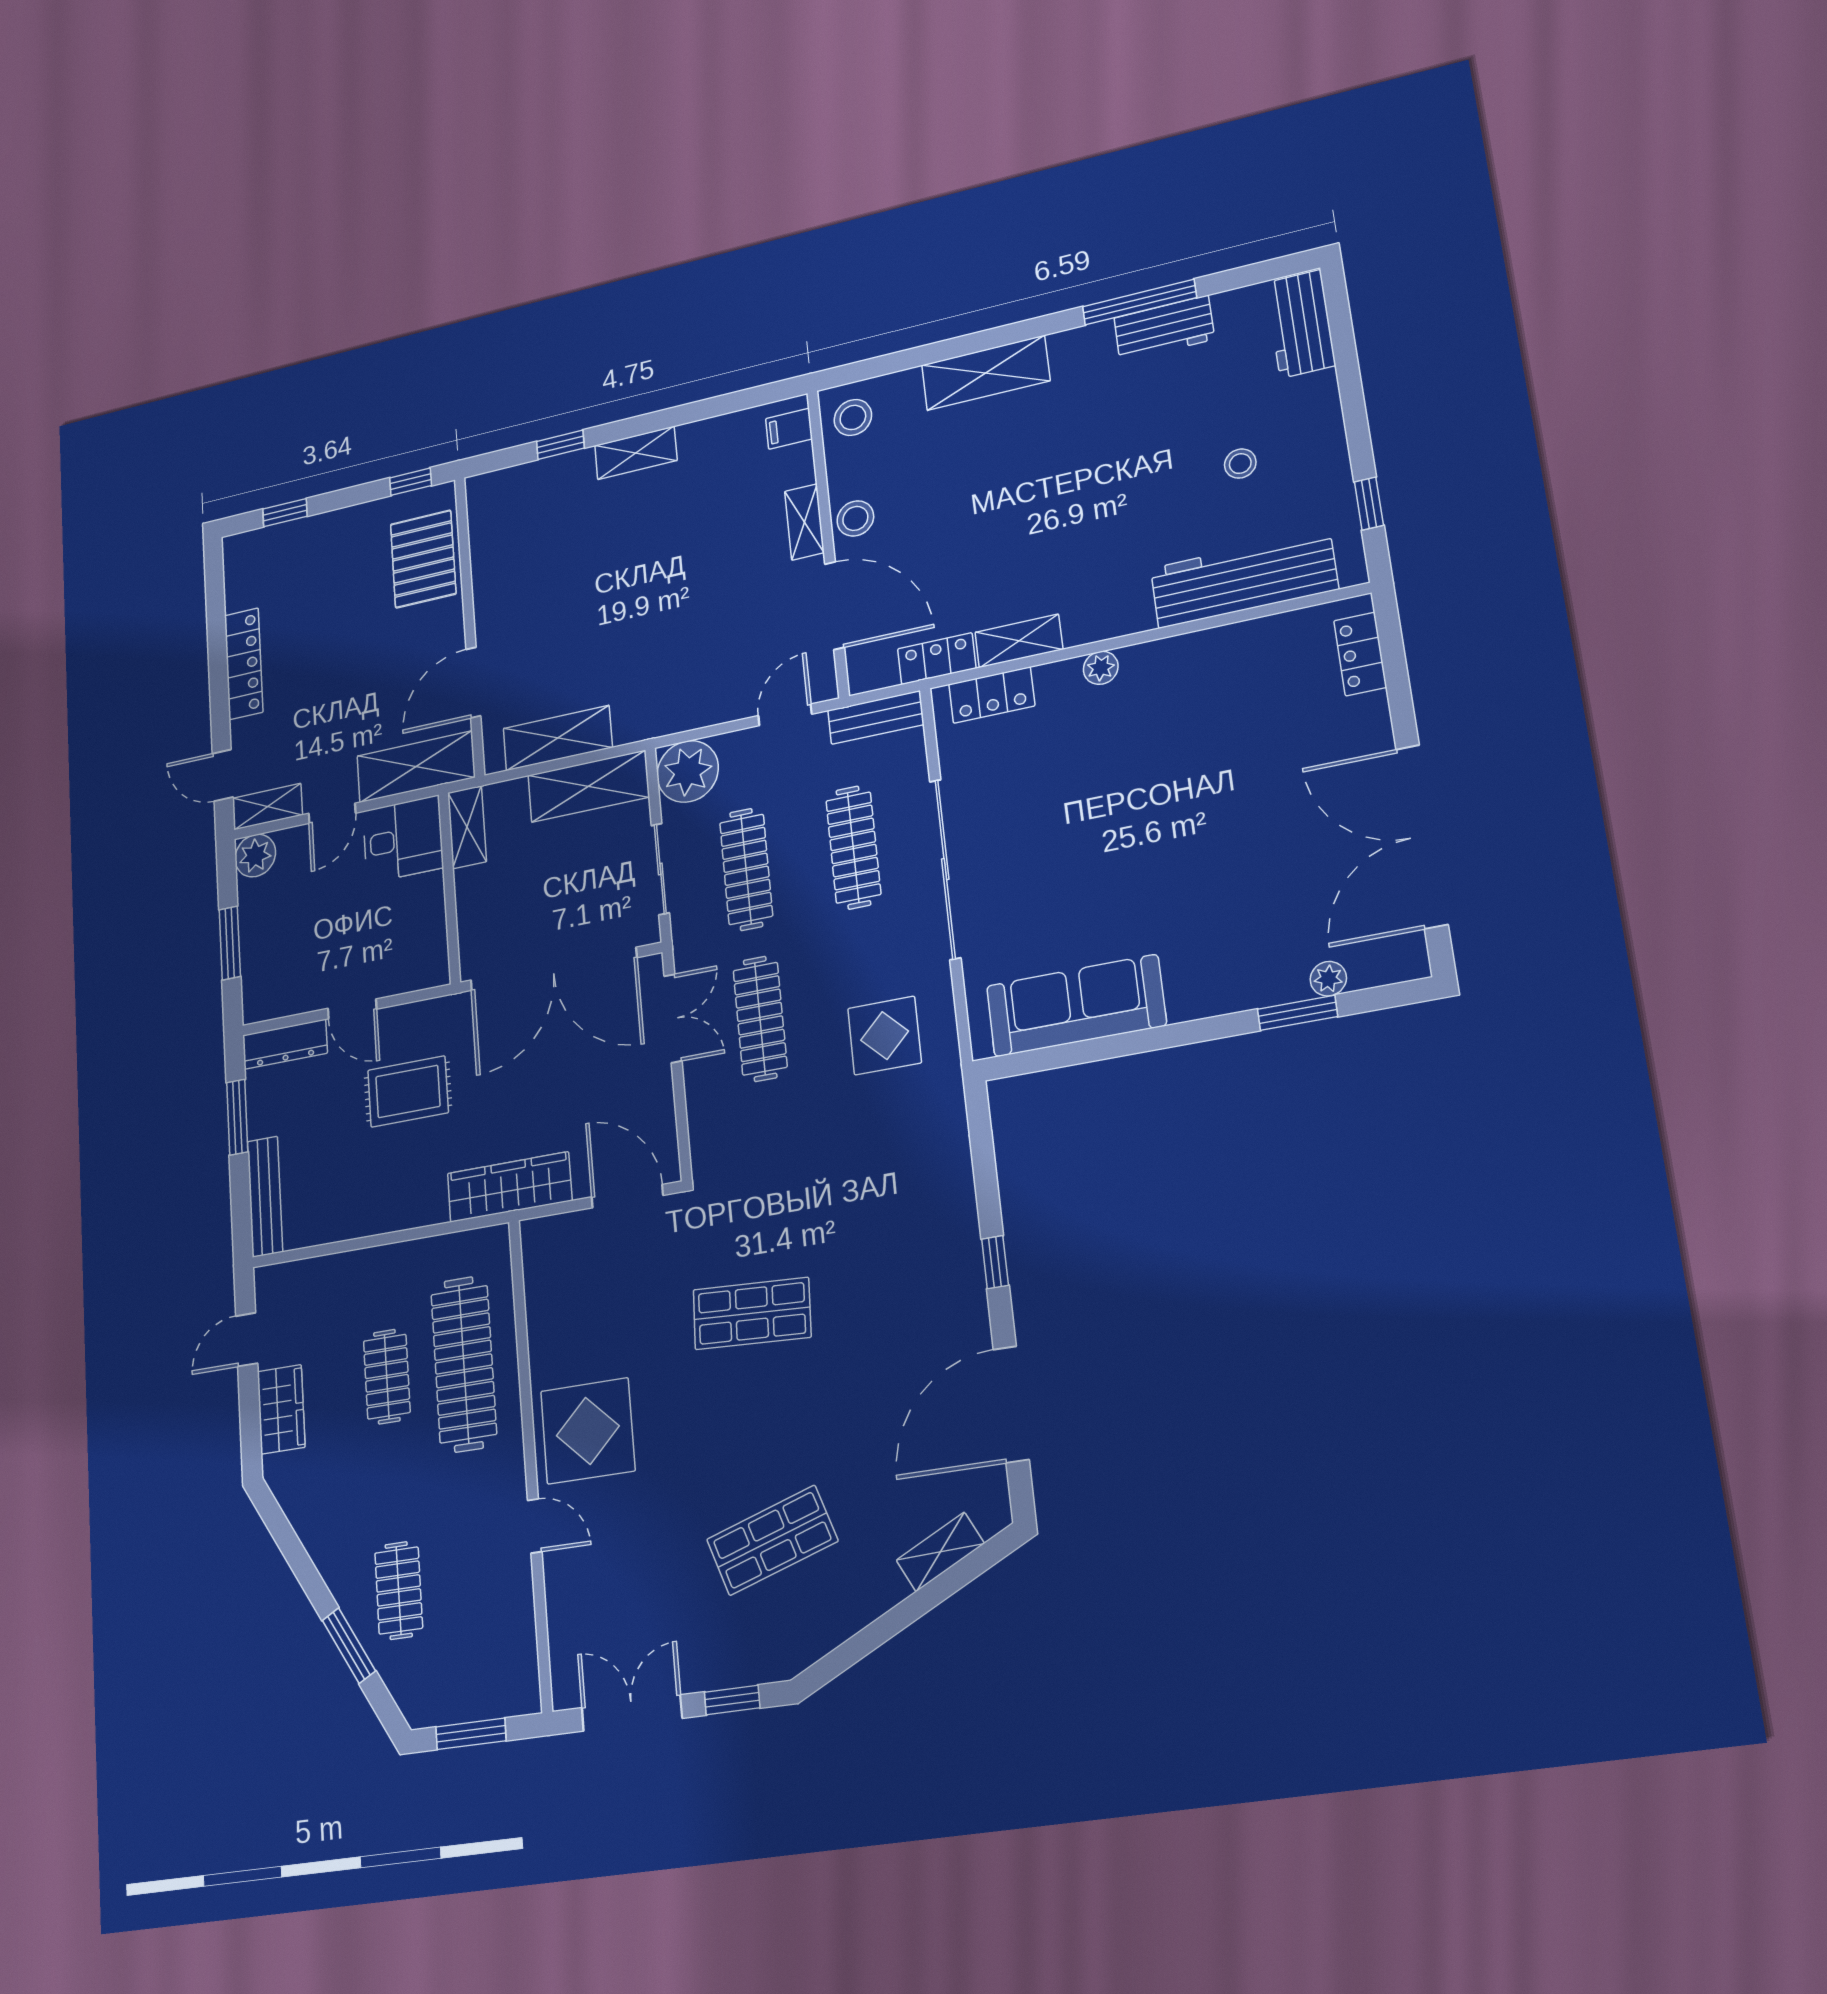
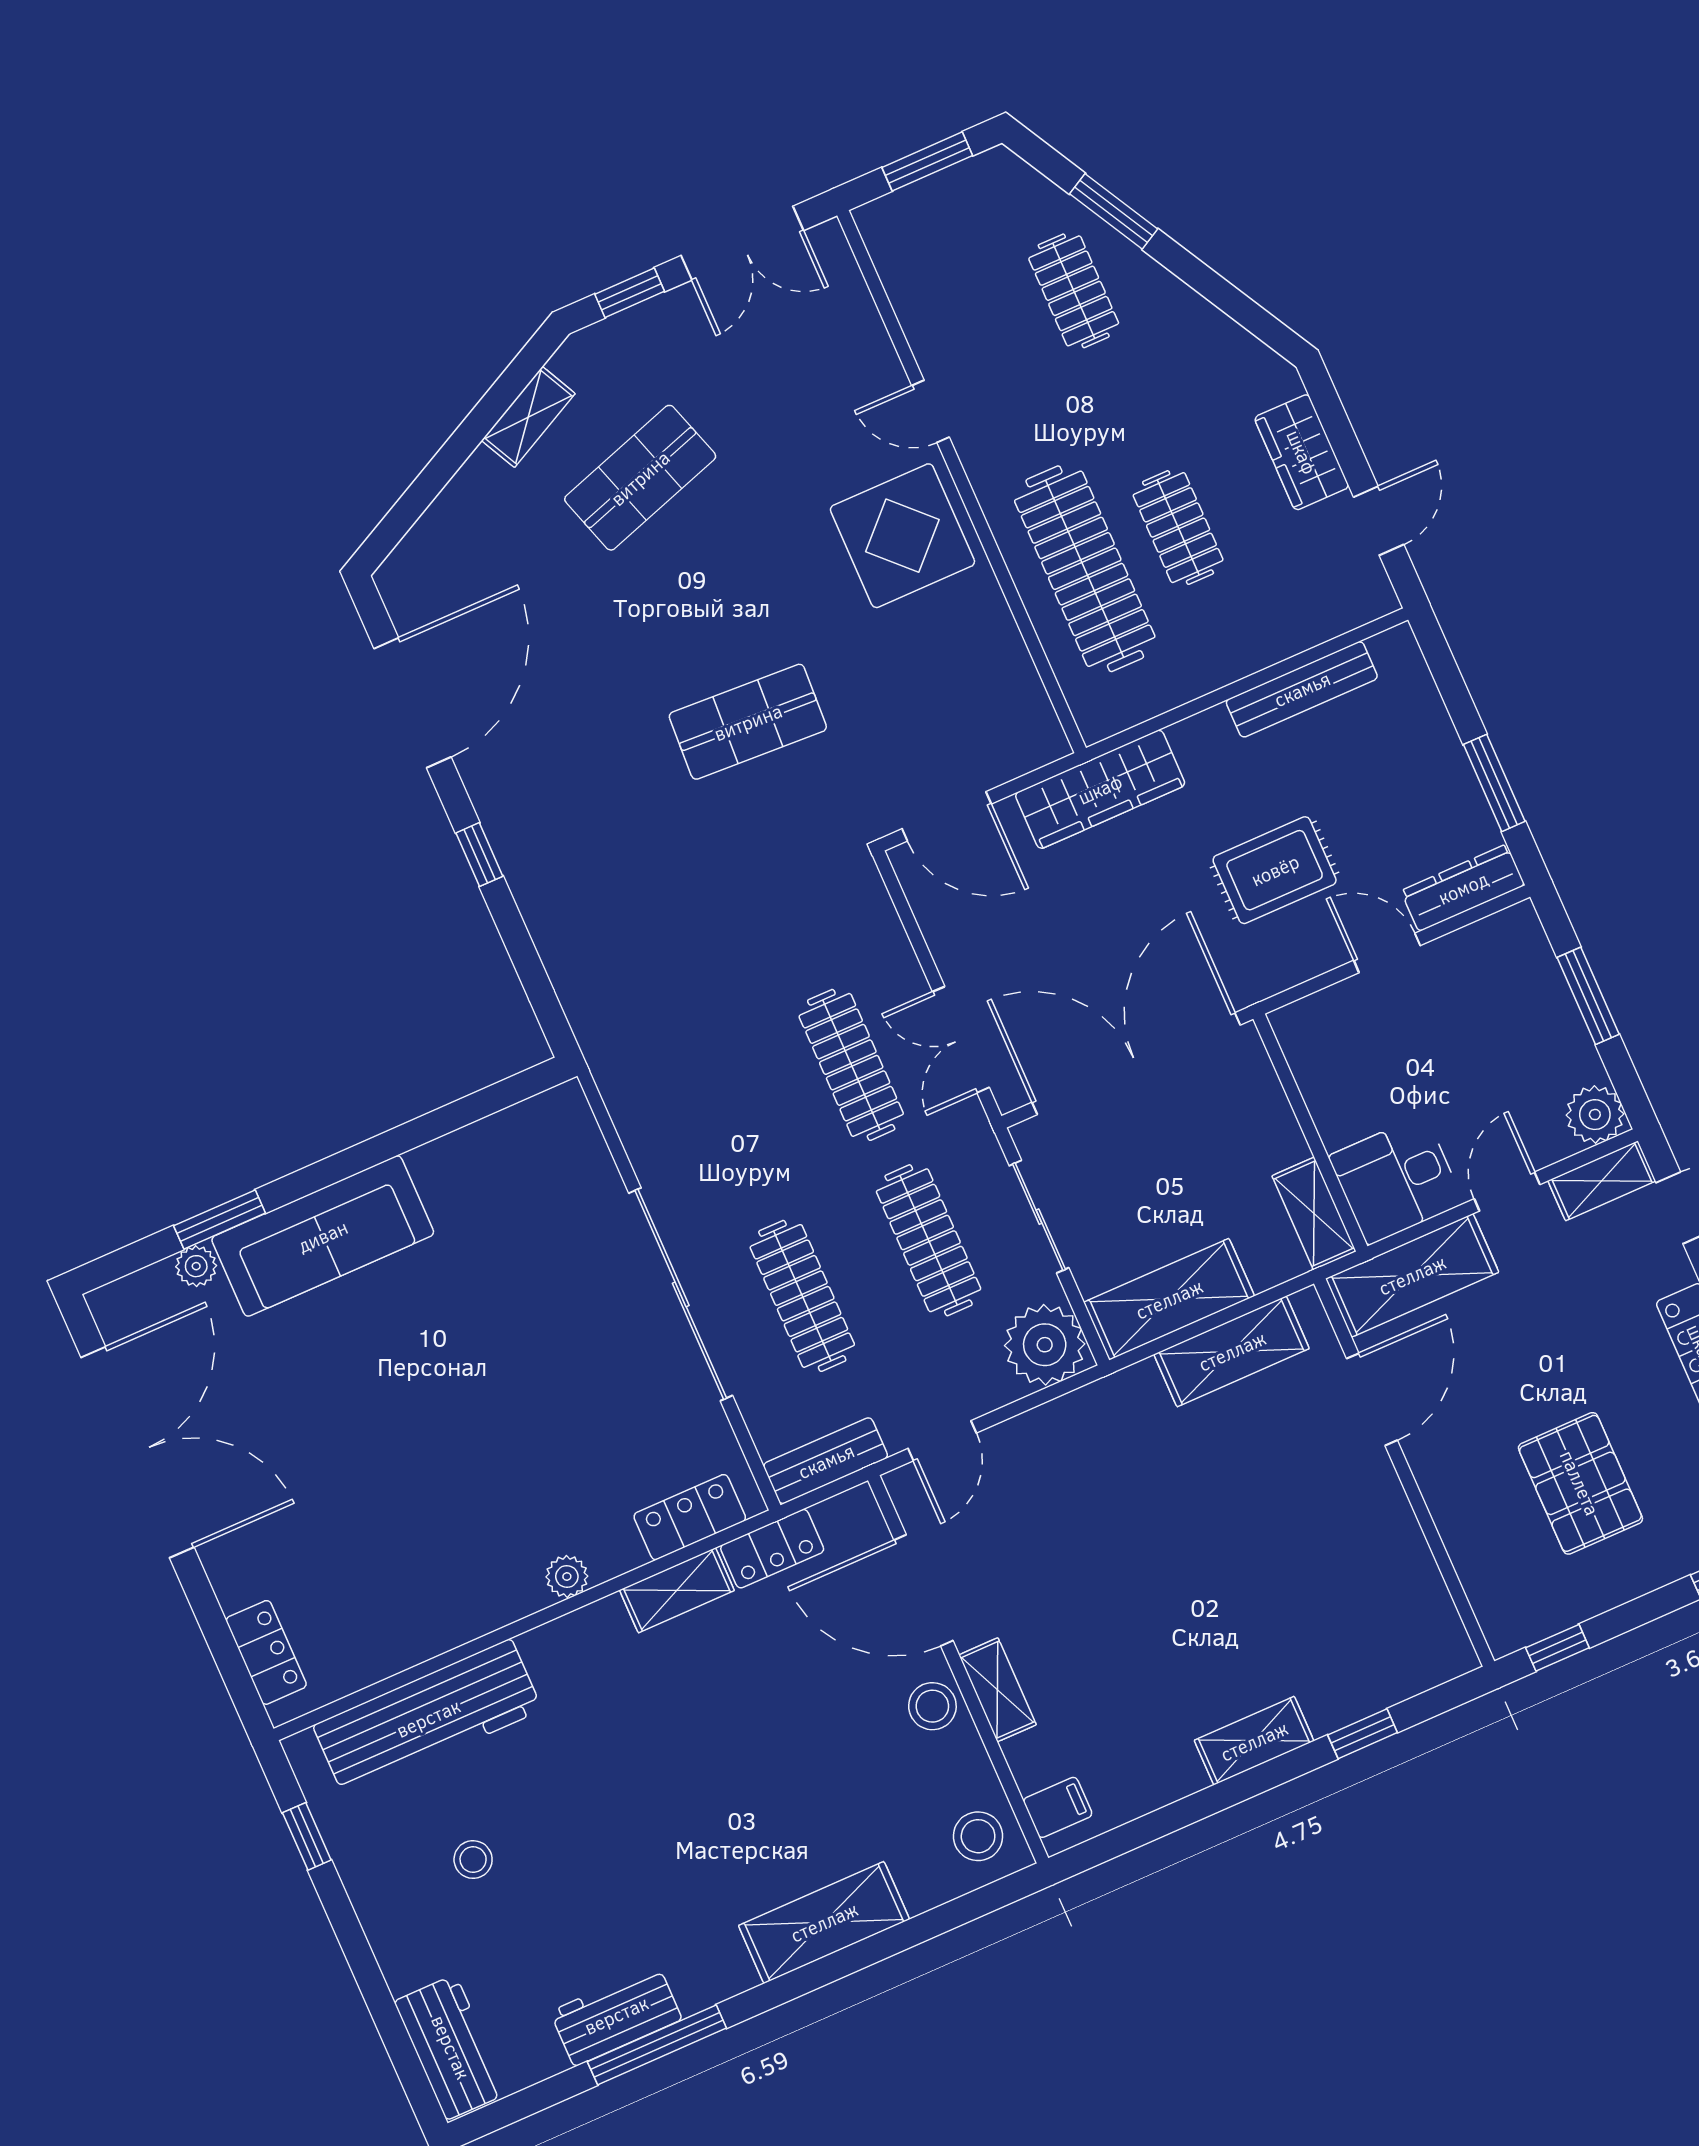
pallet: (423, 559) -> (1580, 1483), moved
sofa: (1076, 1006) -> (323, 1236), moved
display table: (885, 1036) -> (692, 1081), removed
bench: (265, 1197) -> (1302, 689), moved, turned 90
shelving: (940, 1552) -> (528, 417), moved

